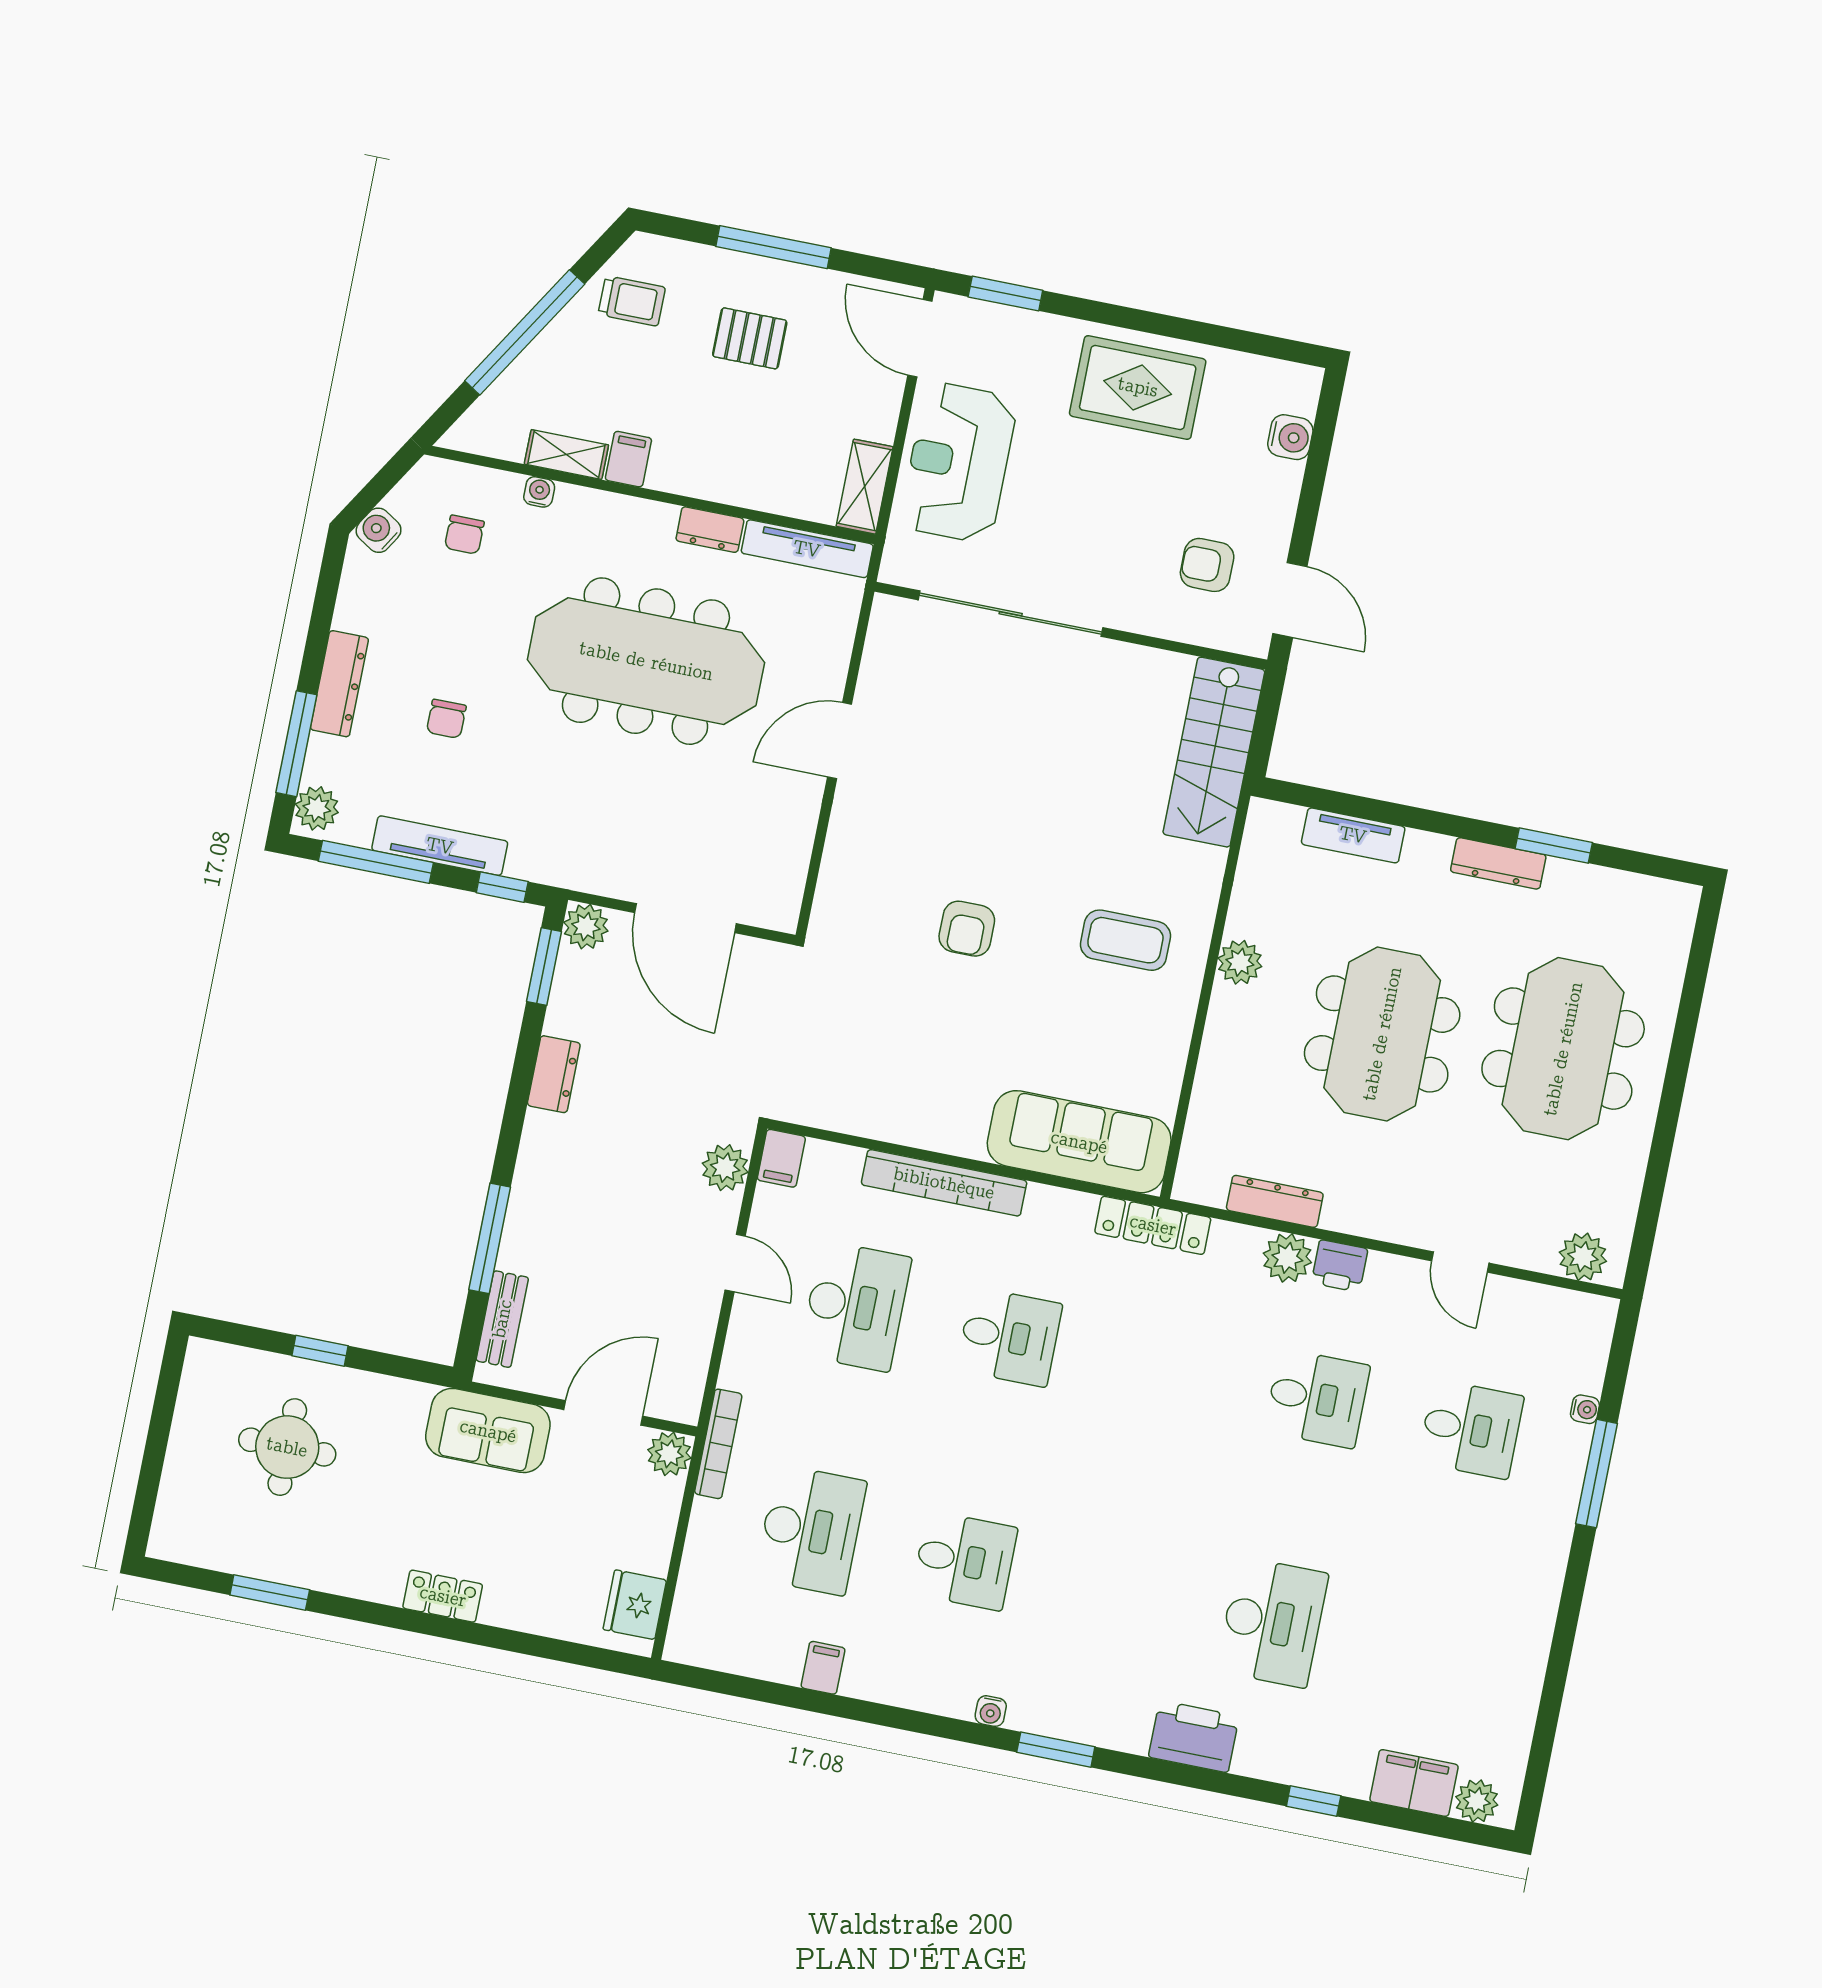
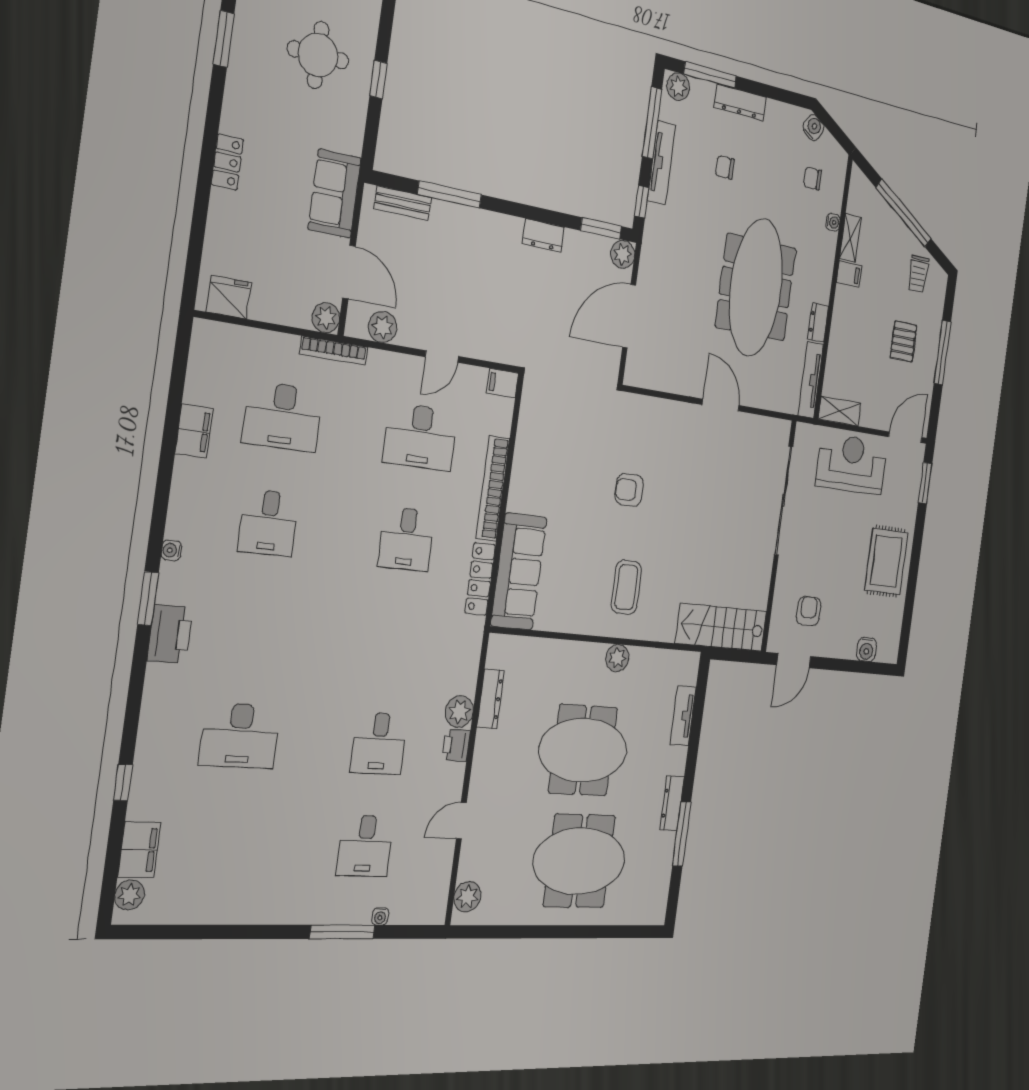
window: (1554, 846) -> (682, 834), width x1.44
plant: (725, 1168) -> (383, 327), moved
locker: (1153, 1225) -> (480, 579), moved
filing cabinet: (823, 1668) -> (194, 431), width x2.00
printer: (1194, 1737) -> (170, 634), moved

